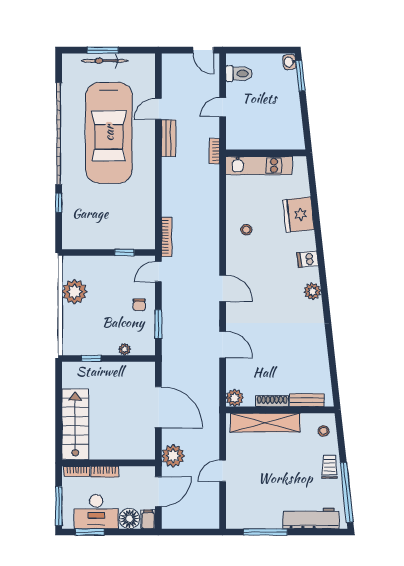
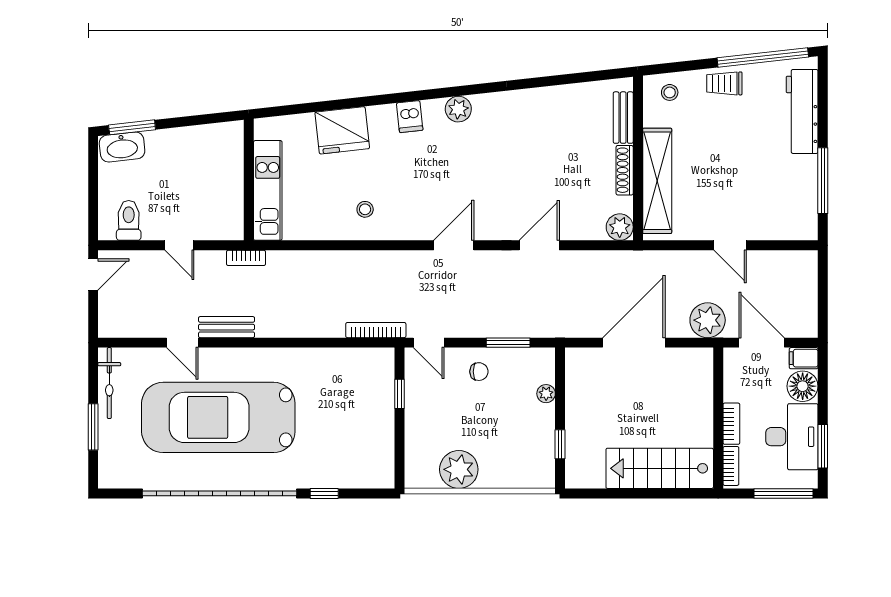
bicycle: (105, 61) -> (109, 383), moved
washbasin: (289, 62) -> (122, 147), width x1.91, depth x1.45
car: (109, 133) -> (218, 417), turned 180

